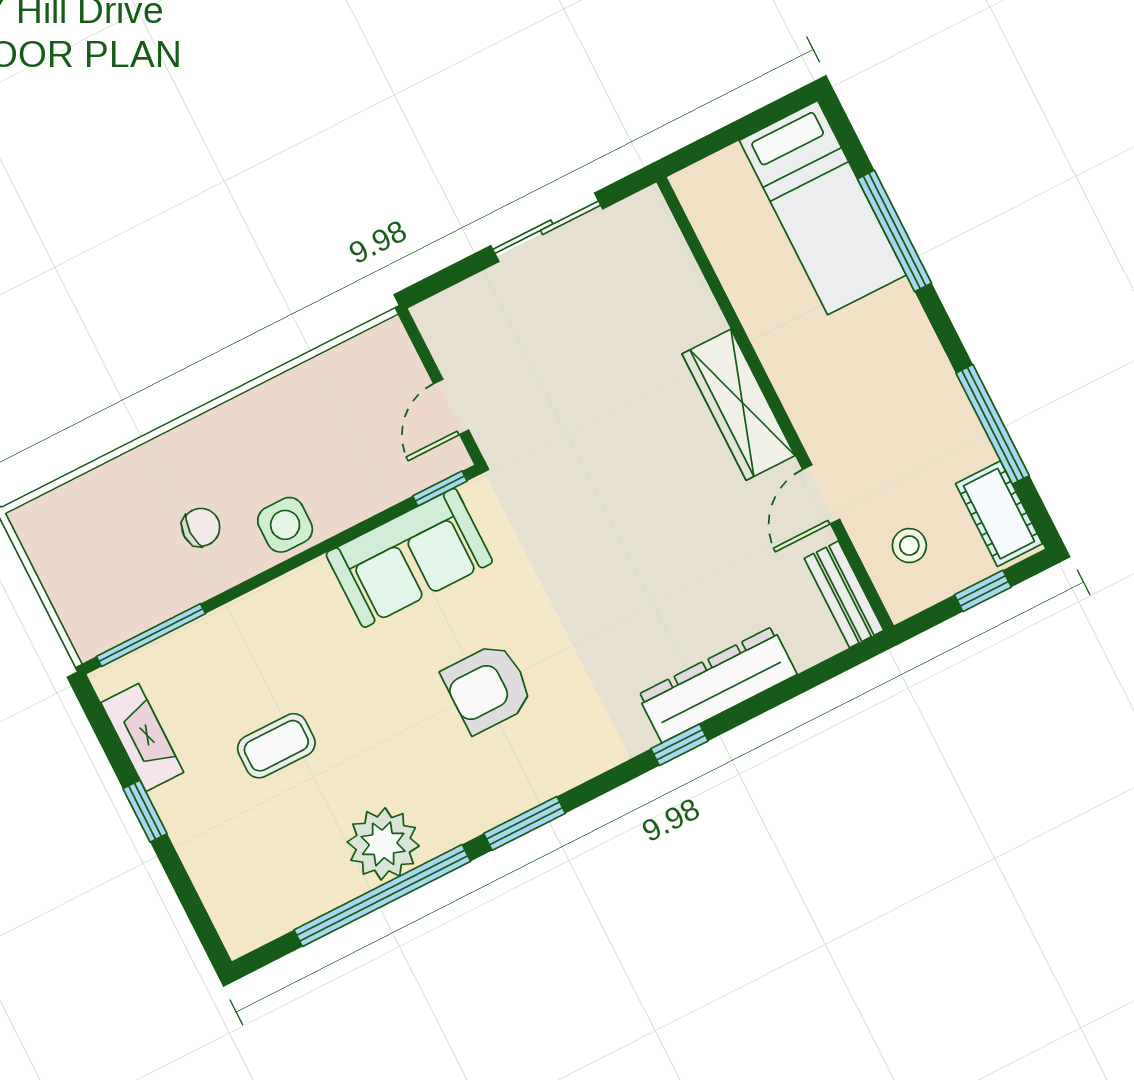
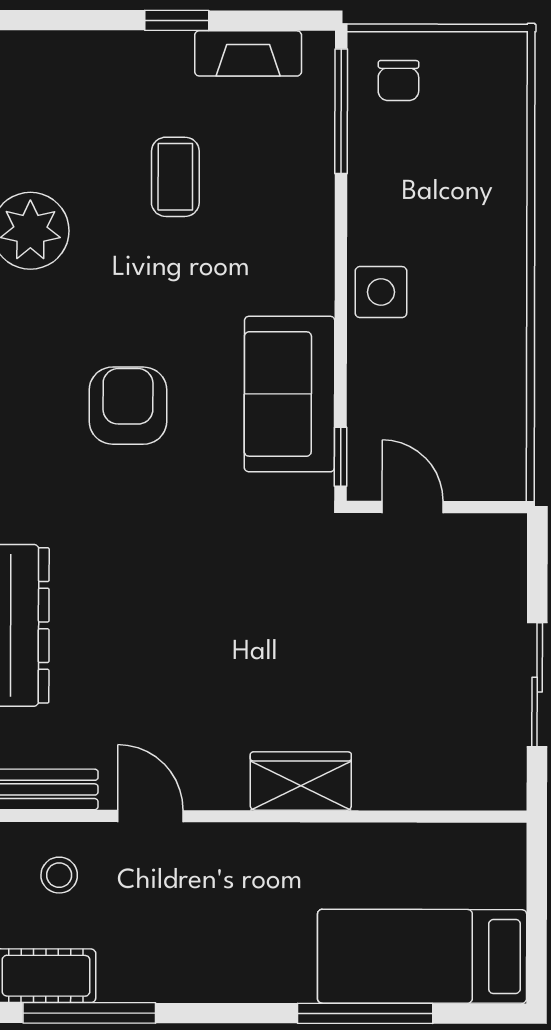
wardrobe: (738, 405) -> (301, 781), width x0.67
window: (993, 424) -> (89, 1013), moved
chair: (201, 527) -> (398, 81), moved

